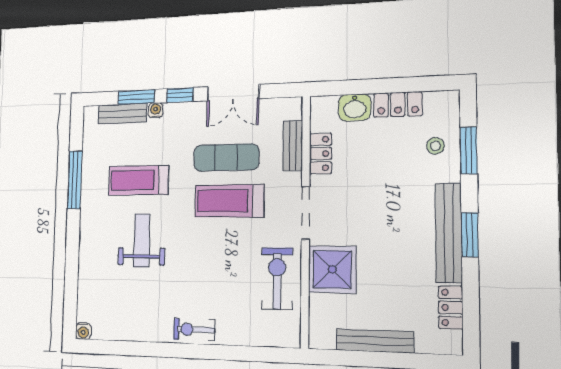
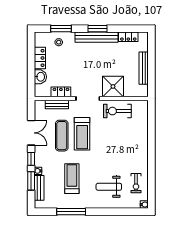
treadmill: (139, 180) -> (72, 179), turned 180
weight bench: (142, 240) -> (109, 187), moved
exercise bike: (194, 330) -> (136, 183), moved

